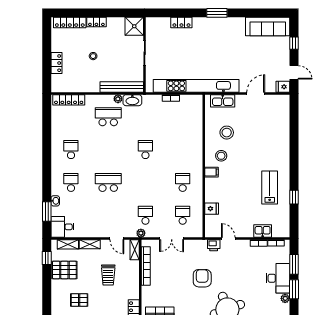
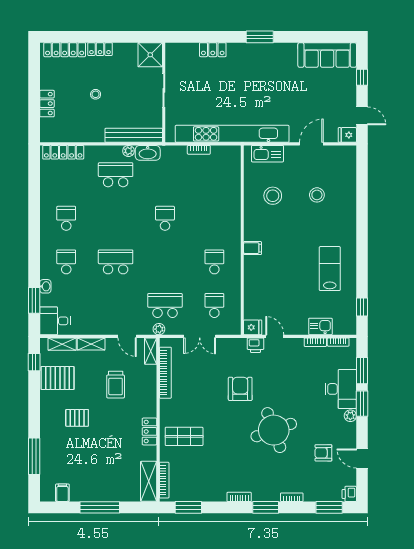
stool: (221, 156) -> (317, 195), moved
window: (294, 197) -> (362, 307), moved
fridge: (212, 209) -> (253, 327), moved
school desk: (145, 215) -> (165, 305), width x1.85

